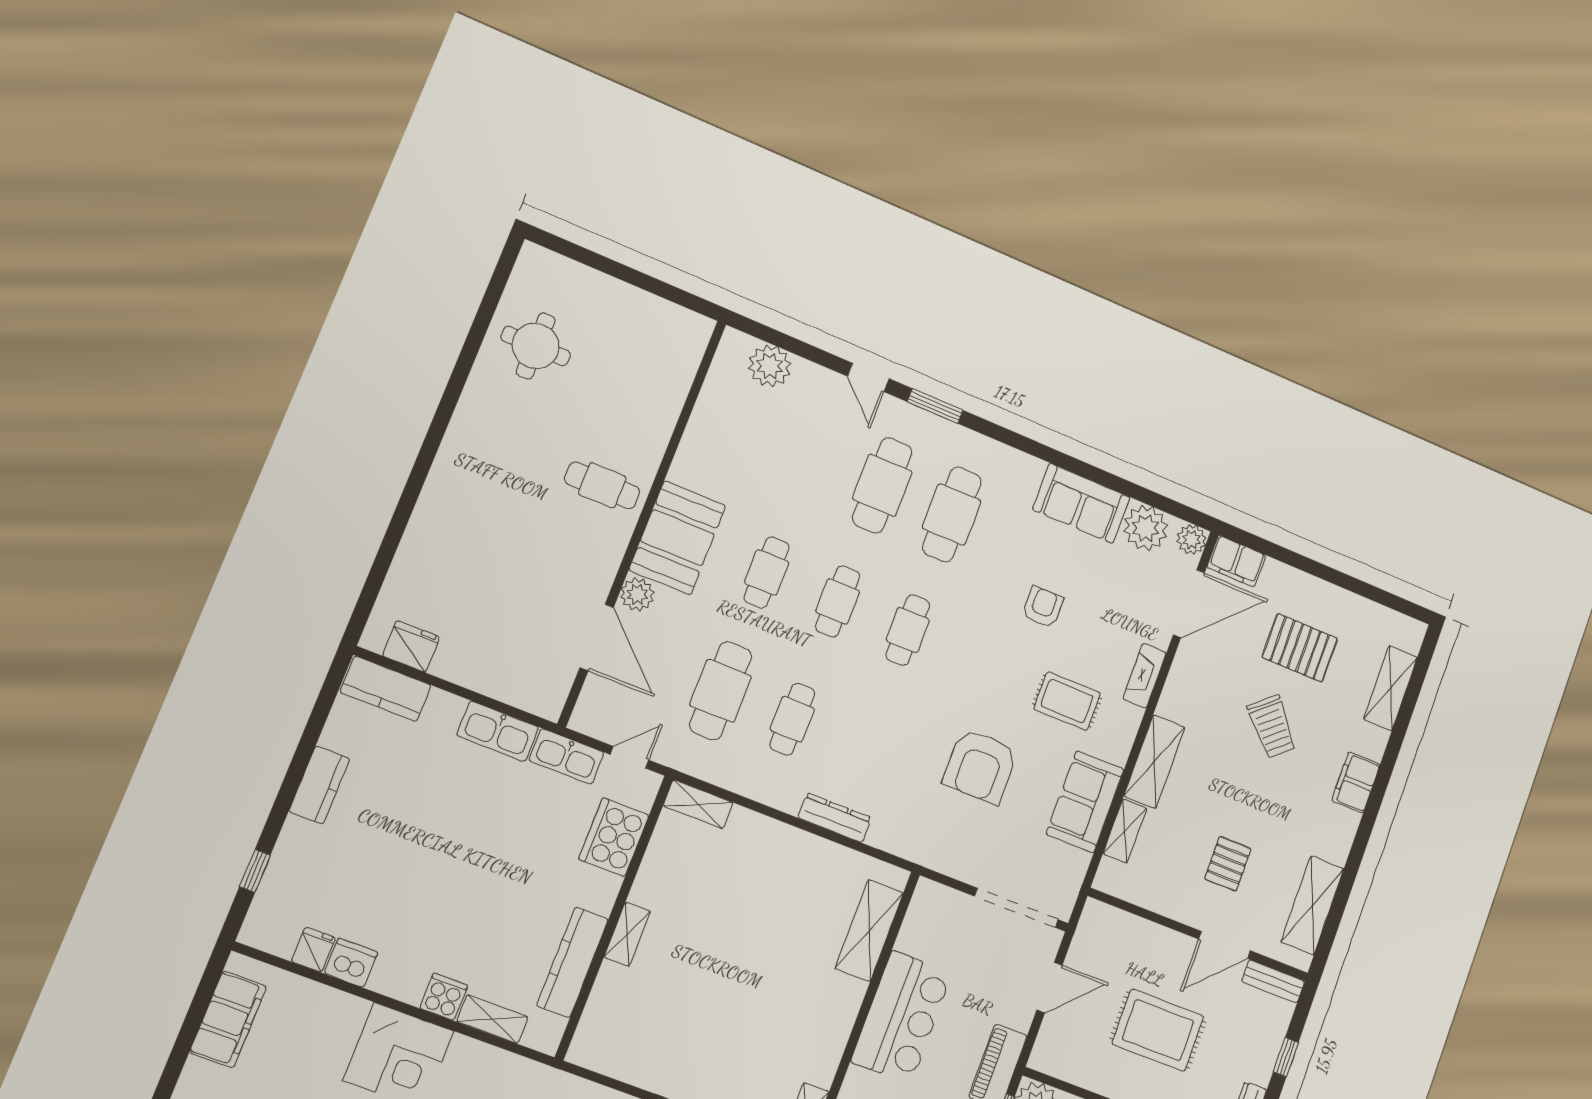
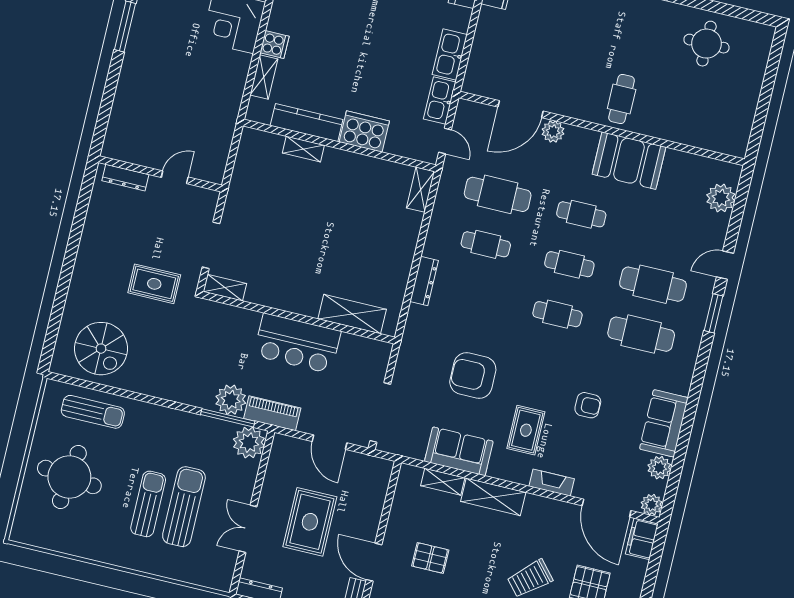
plant: (1146, 528) -> (659, 468), width x0.73, depth x0.73
booth: (677, 538) -> (629, 161), moved
cooker: (614, 837) -> (364, 132), moved
shelving: (627, 934) -> (303, 149), moved

